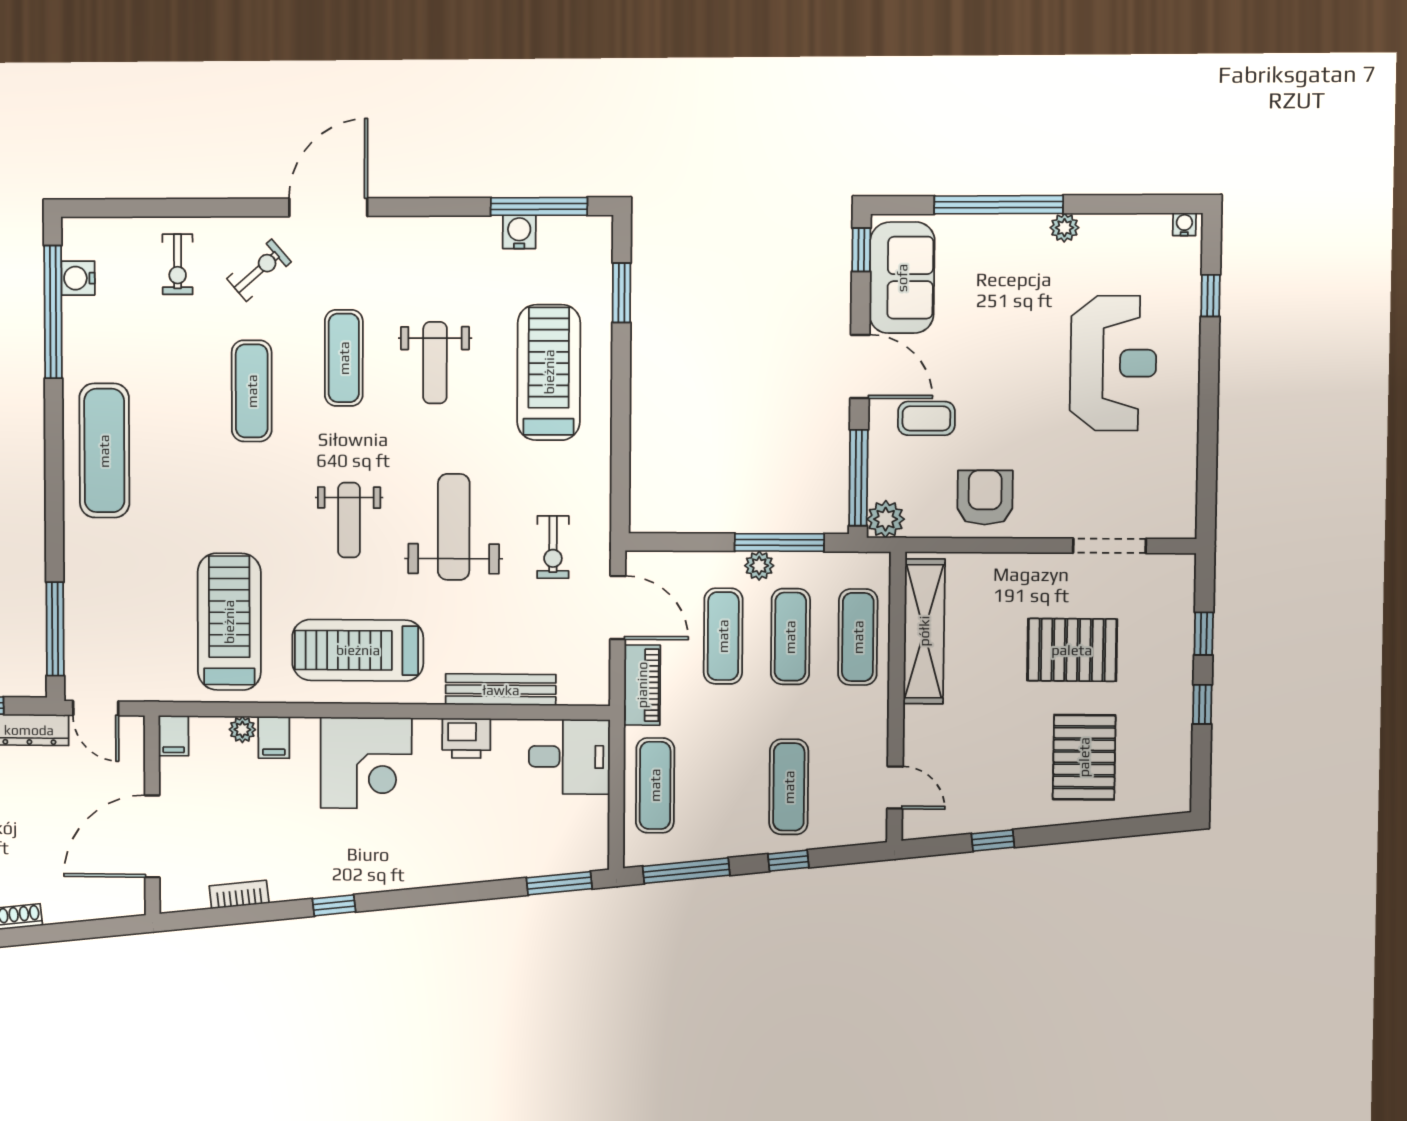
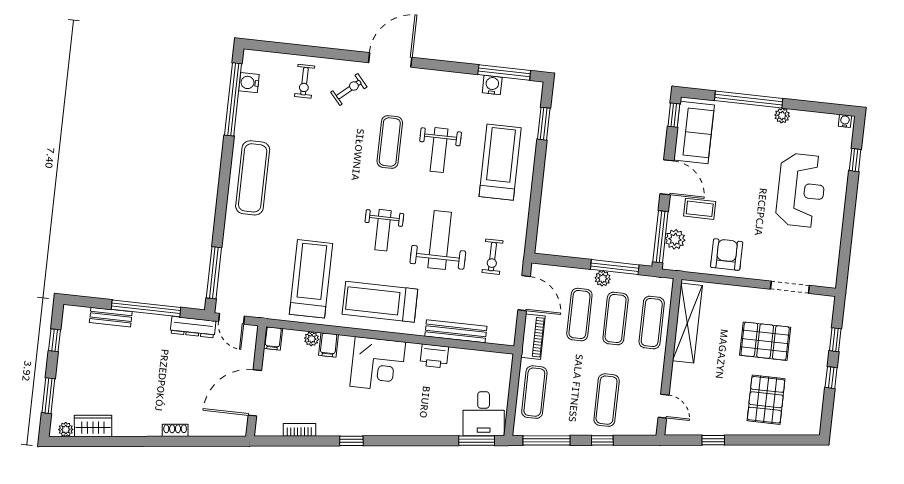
exercise mat: (252, 391) -> (337, 154), removed
plant: (886, 519) -> (675, 239), moved
desk: (569, 757) -> (484, 414), moved, turned 84

